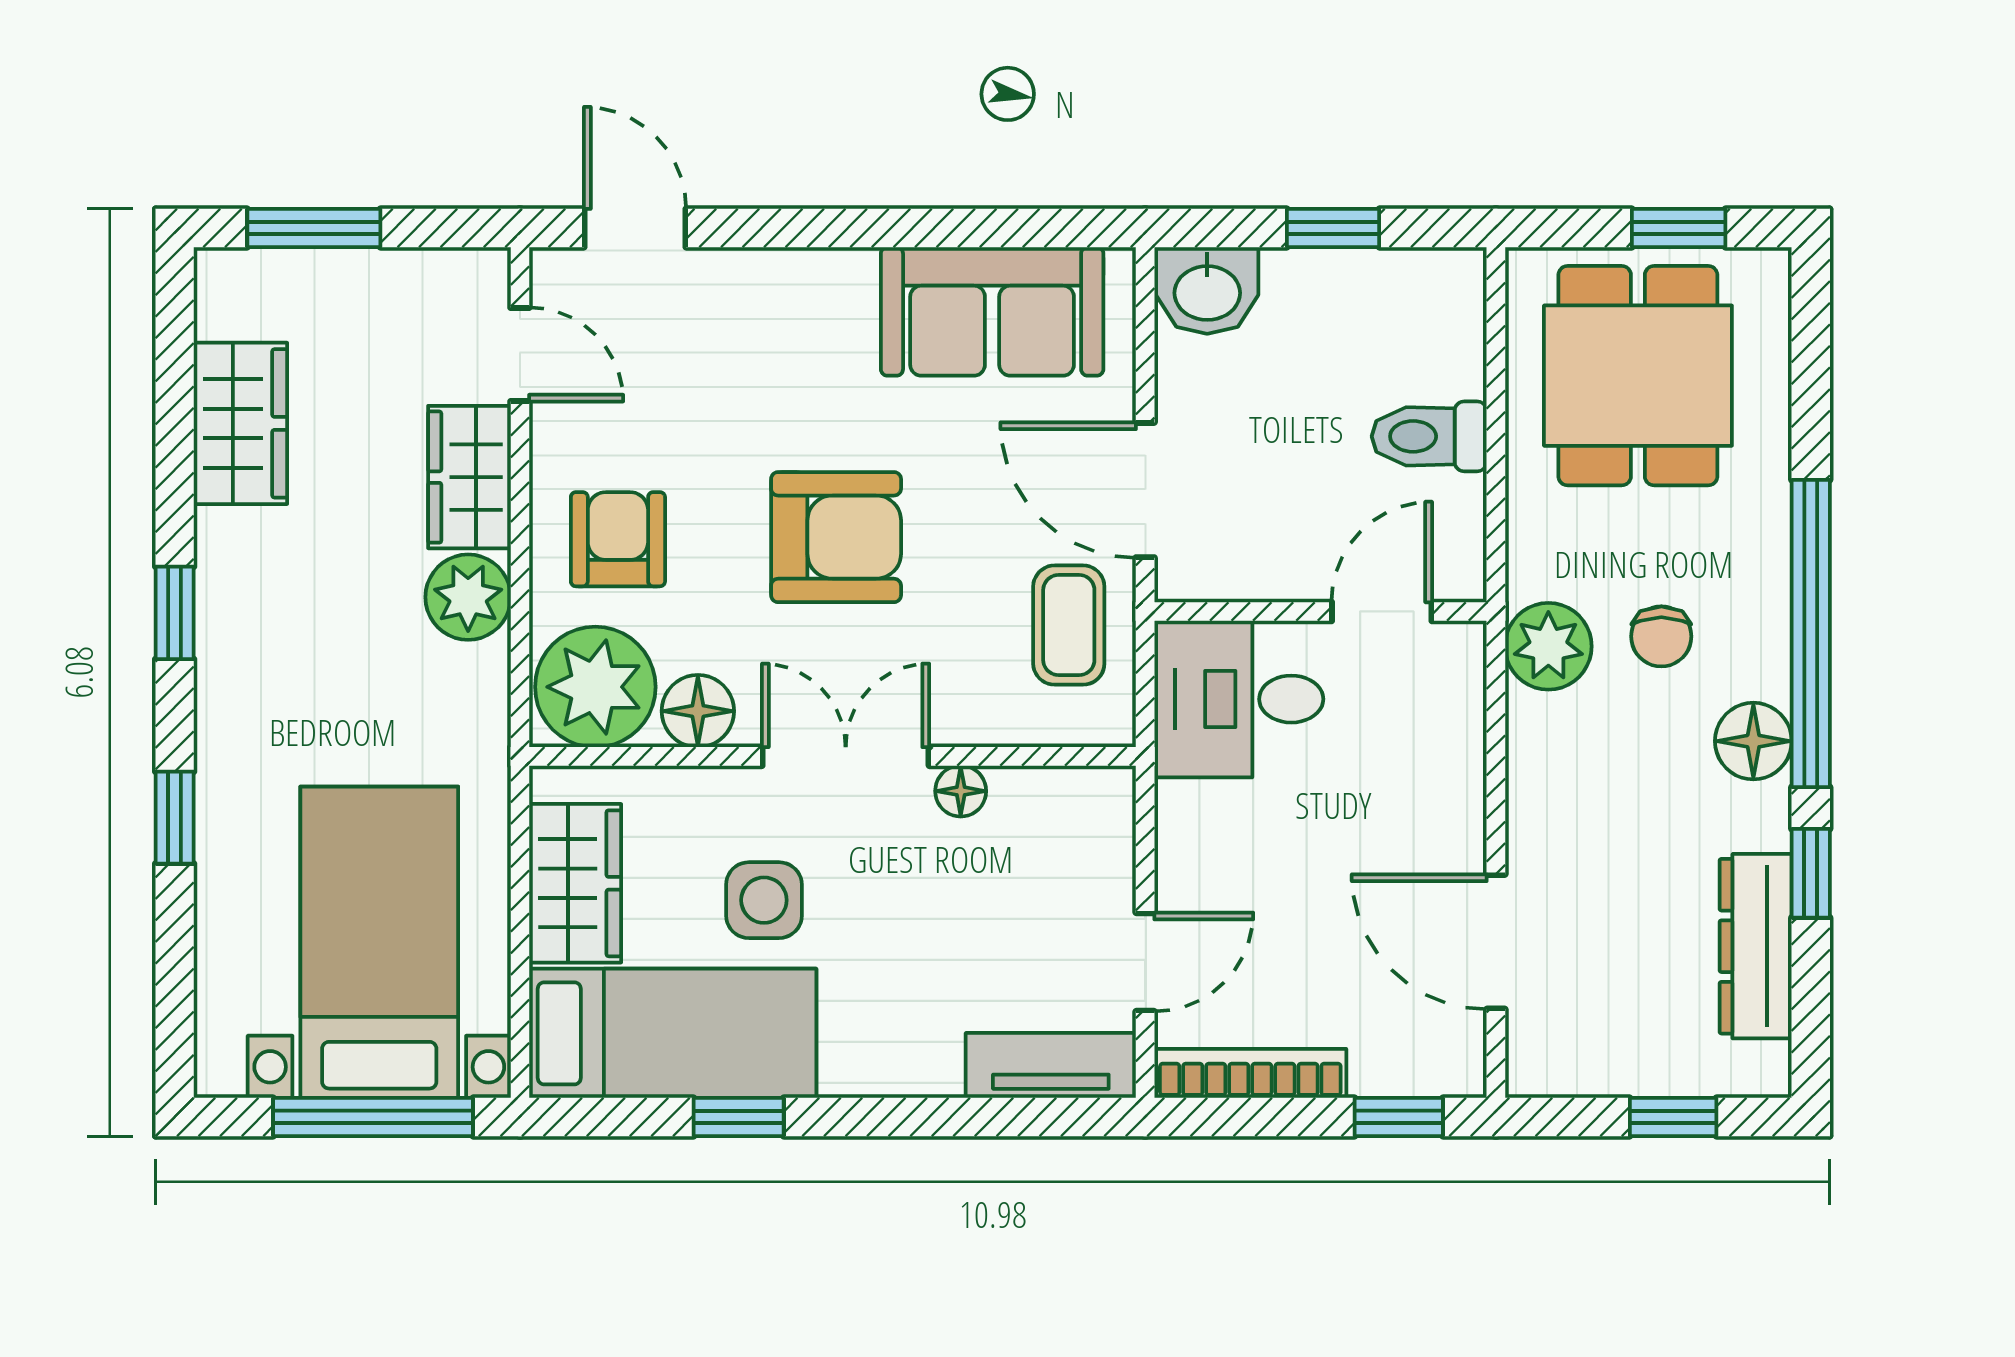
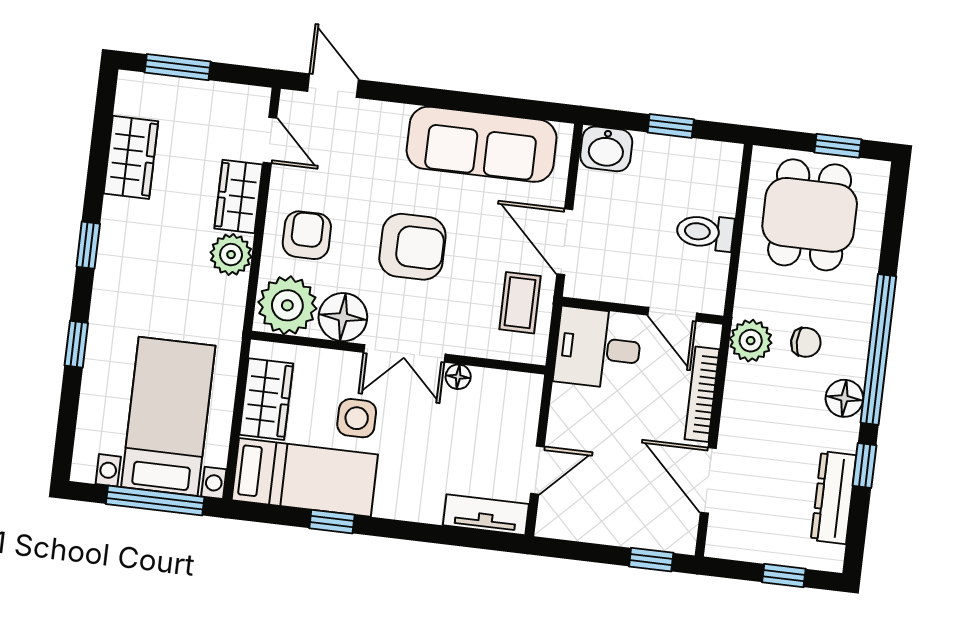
sofa: (992, 311) -> (482, 144), width x1.36
door: (1382, 611) -> (672, 314), swing flipped
chair: (1661, 636) -> (806, 342), turned -90
floor lamp: (698, 711) -> (343, 317), width x1.38, depth x1.38
double door: (846, 756) -> (404, 353), swing flipped
bookcase: (1250, 1073) -> (702, 394), moved, turned -90

